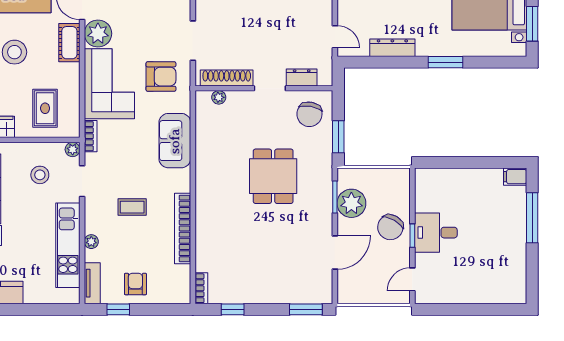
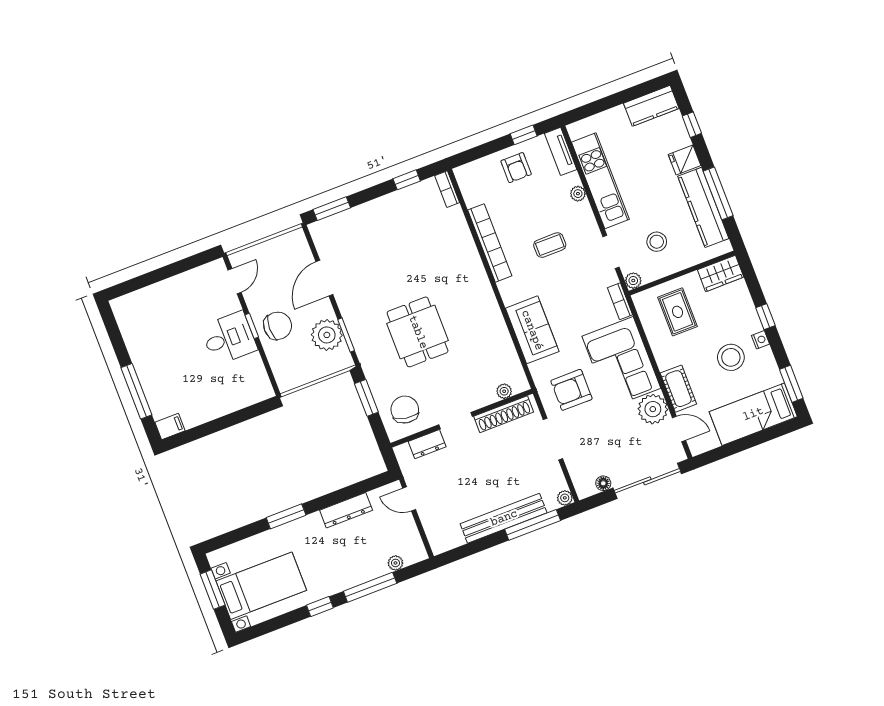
chair: (390, 227) -> (278, 326), turned 60

